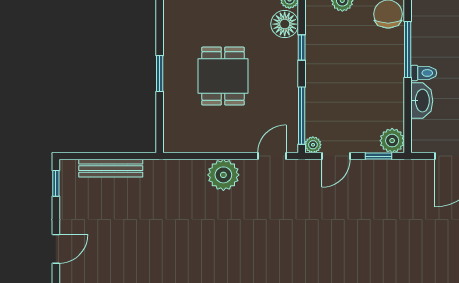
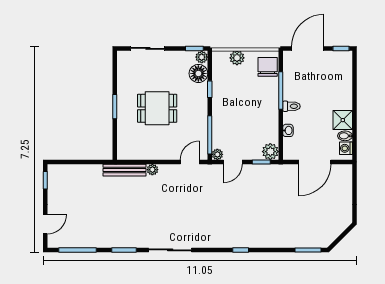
dining table: (223, 76) -> (157, 108), turned 90
washbasin: (422, 101) -> (288, 130), width x0.52, depth x0.69
bench: (111, 168) -> (124, 170), moved
plant: (223, 175) -> (152, 170), width x0.53, depth x0.53

